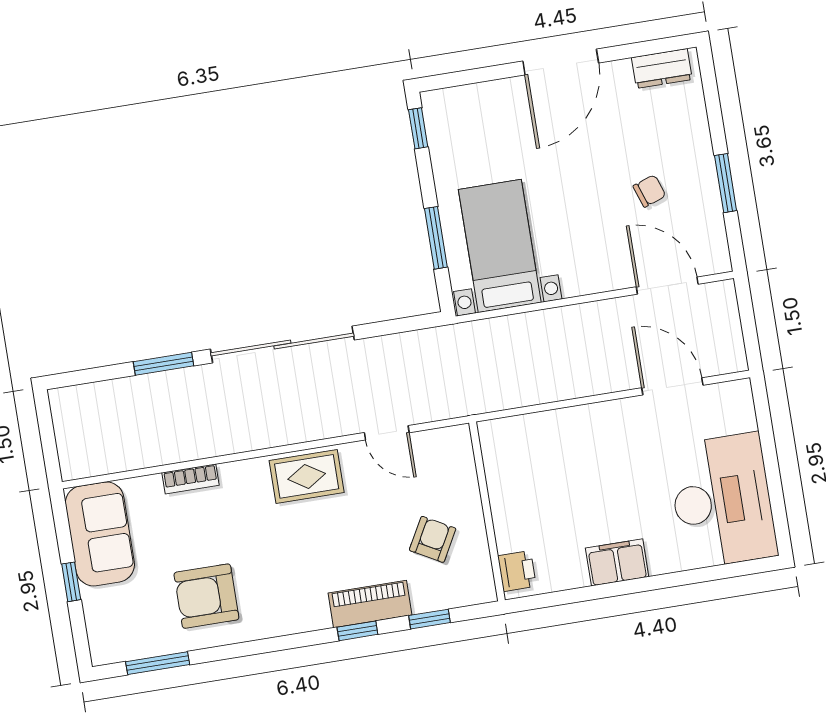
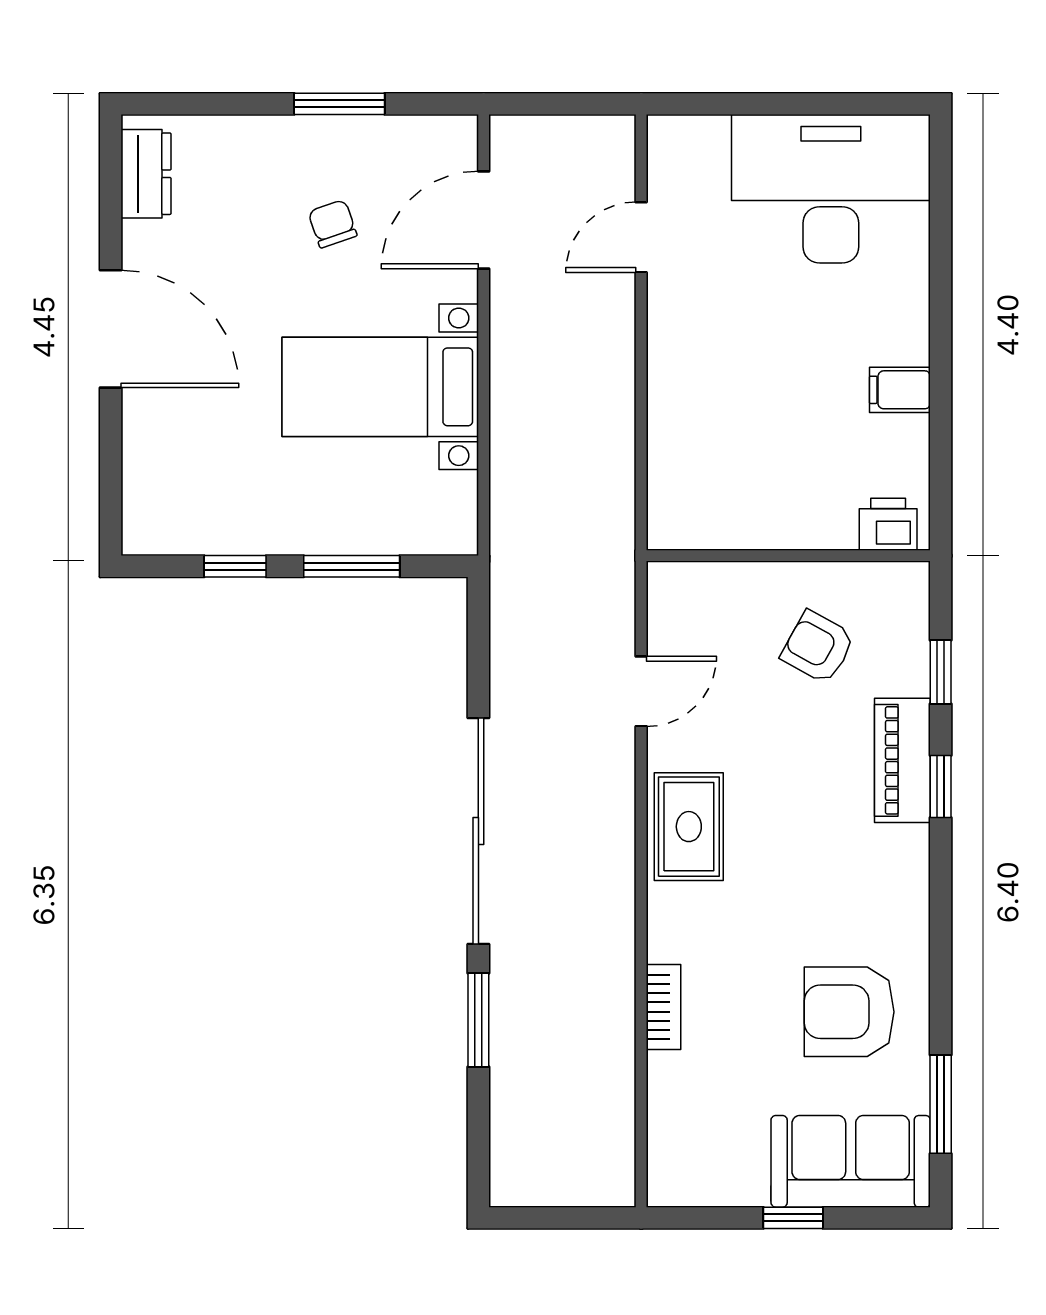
window: (418, 128) -> (235, 566), moved
bed with nightstands: (500, 246) -> (380, 387), moved
door: (672, 386) -> (641, 237), width x0.73
sofa: (100, 534) -> (851, 1161), moved
filing cabinet: (617, 562) -> (900, 390), width x0.50
armchair: (206, 596) -> (849, 1012), turned 90

